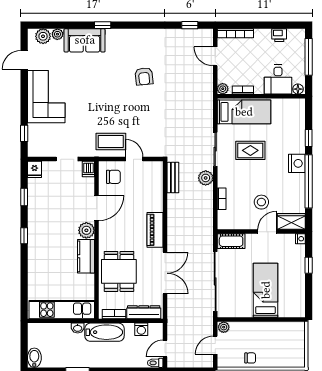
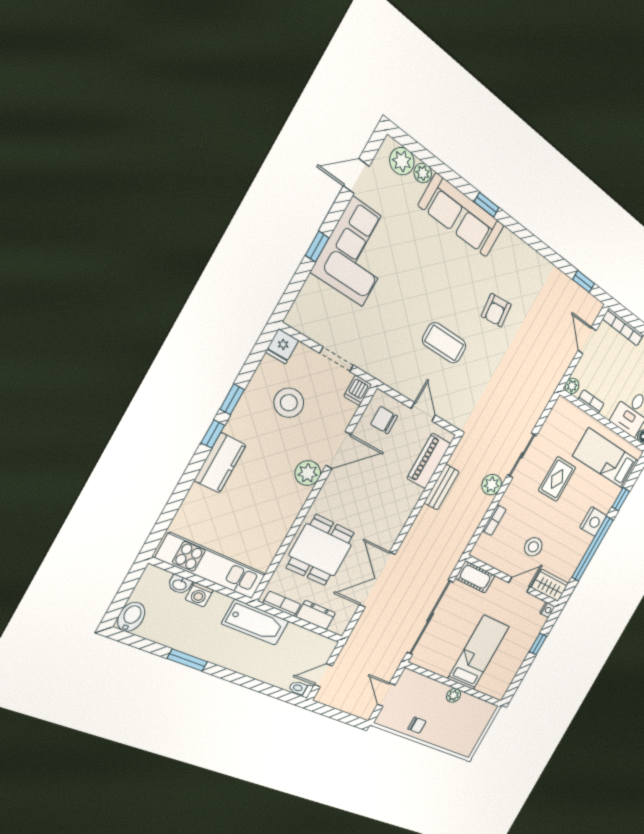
sofa: (85, 40) -> (462, 216), width x1.36
bed: (244, 112) -> (606, 458), moved, turned 180
window: (24, 133) -> (317, 247), moved
coffee table: (111, 142) -> (444, 343), moved
rug: (250, 150) -> (557, 479), turned 90
chair: (113, 177) -> (384, 420), turned 180
bench: (173, 177) -> (442, 487), moved
window: (24, 197) -> (232, 399), moved
stool: (54, 197) -> (289, 403), added
piano: (155, 230) -> (429, 461), moved
kitchen counter: (86, 256) -> (220, 463), moved, turned 180
double door: (165, 273) -> (377, 580), swing flipped
dresser: (144, 312) -> (316, 615), width x0.70
plant: (224, 327) -> (454, 695), moved
washbasin: (78, 328) -> (180, 585), moved
washing machine: (141, 329) -> (199, 595), moved
door: (215, 345) -> (386, 695), hinge flipped

